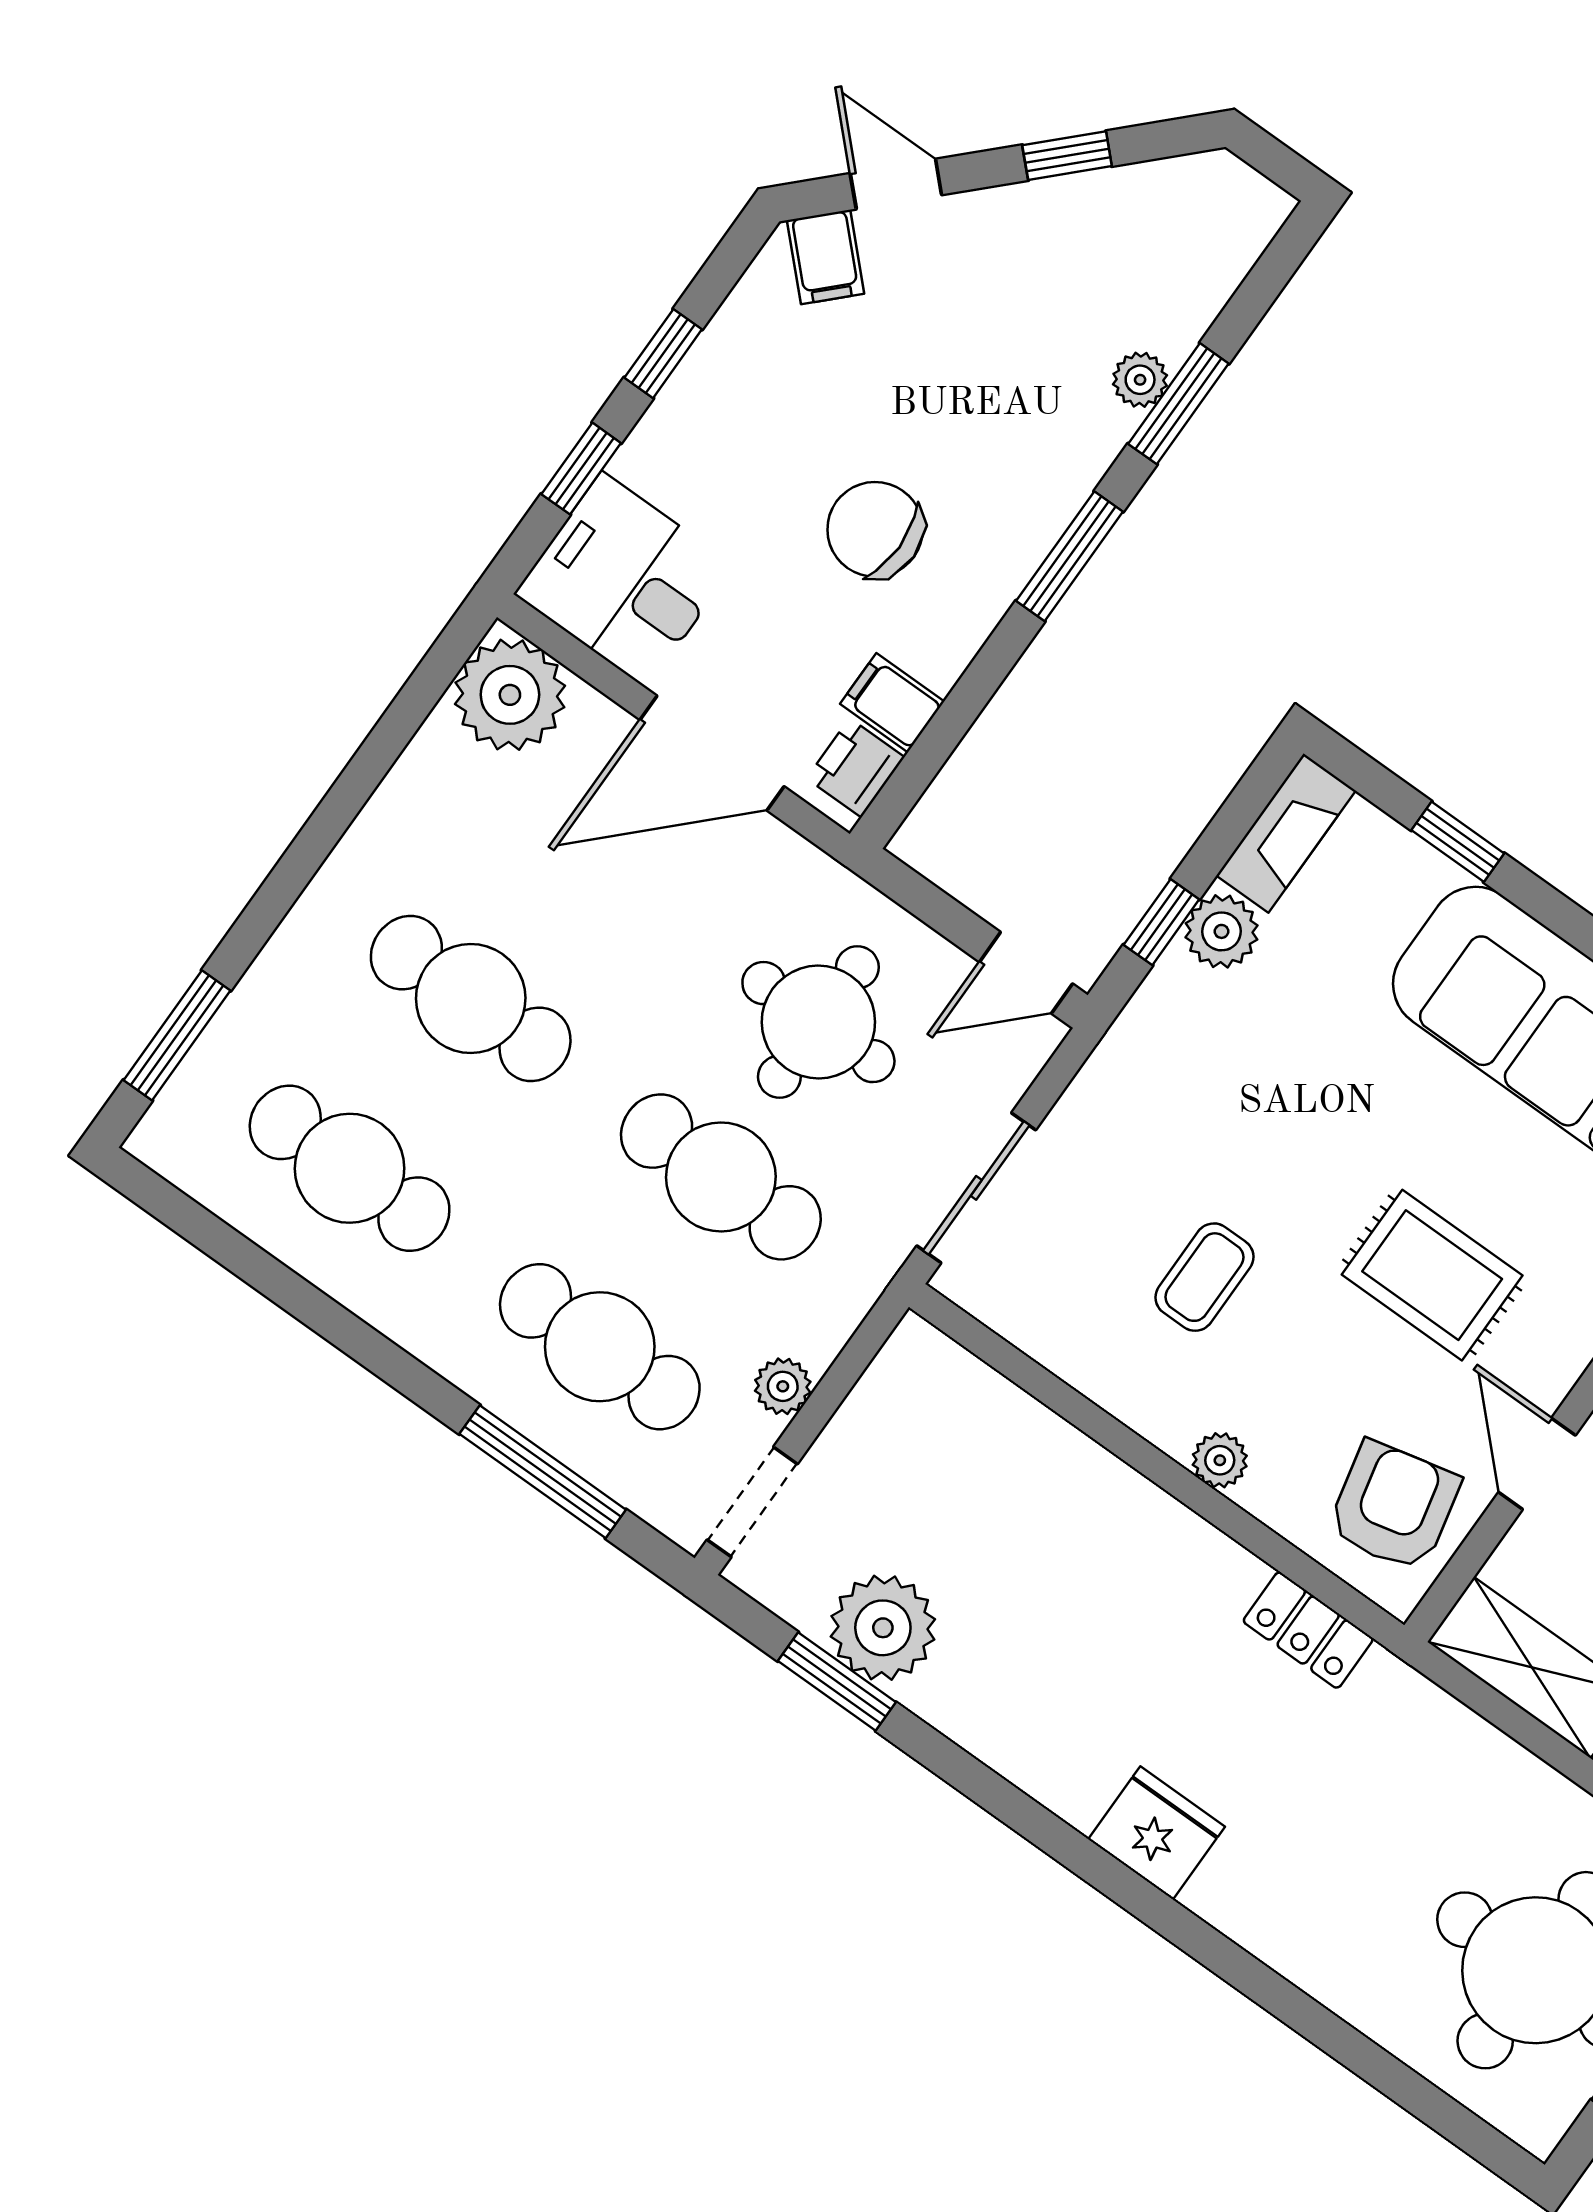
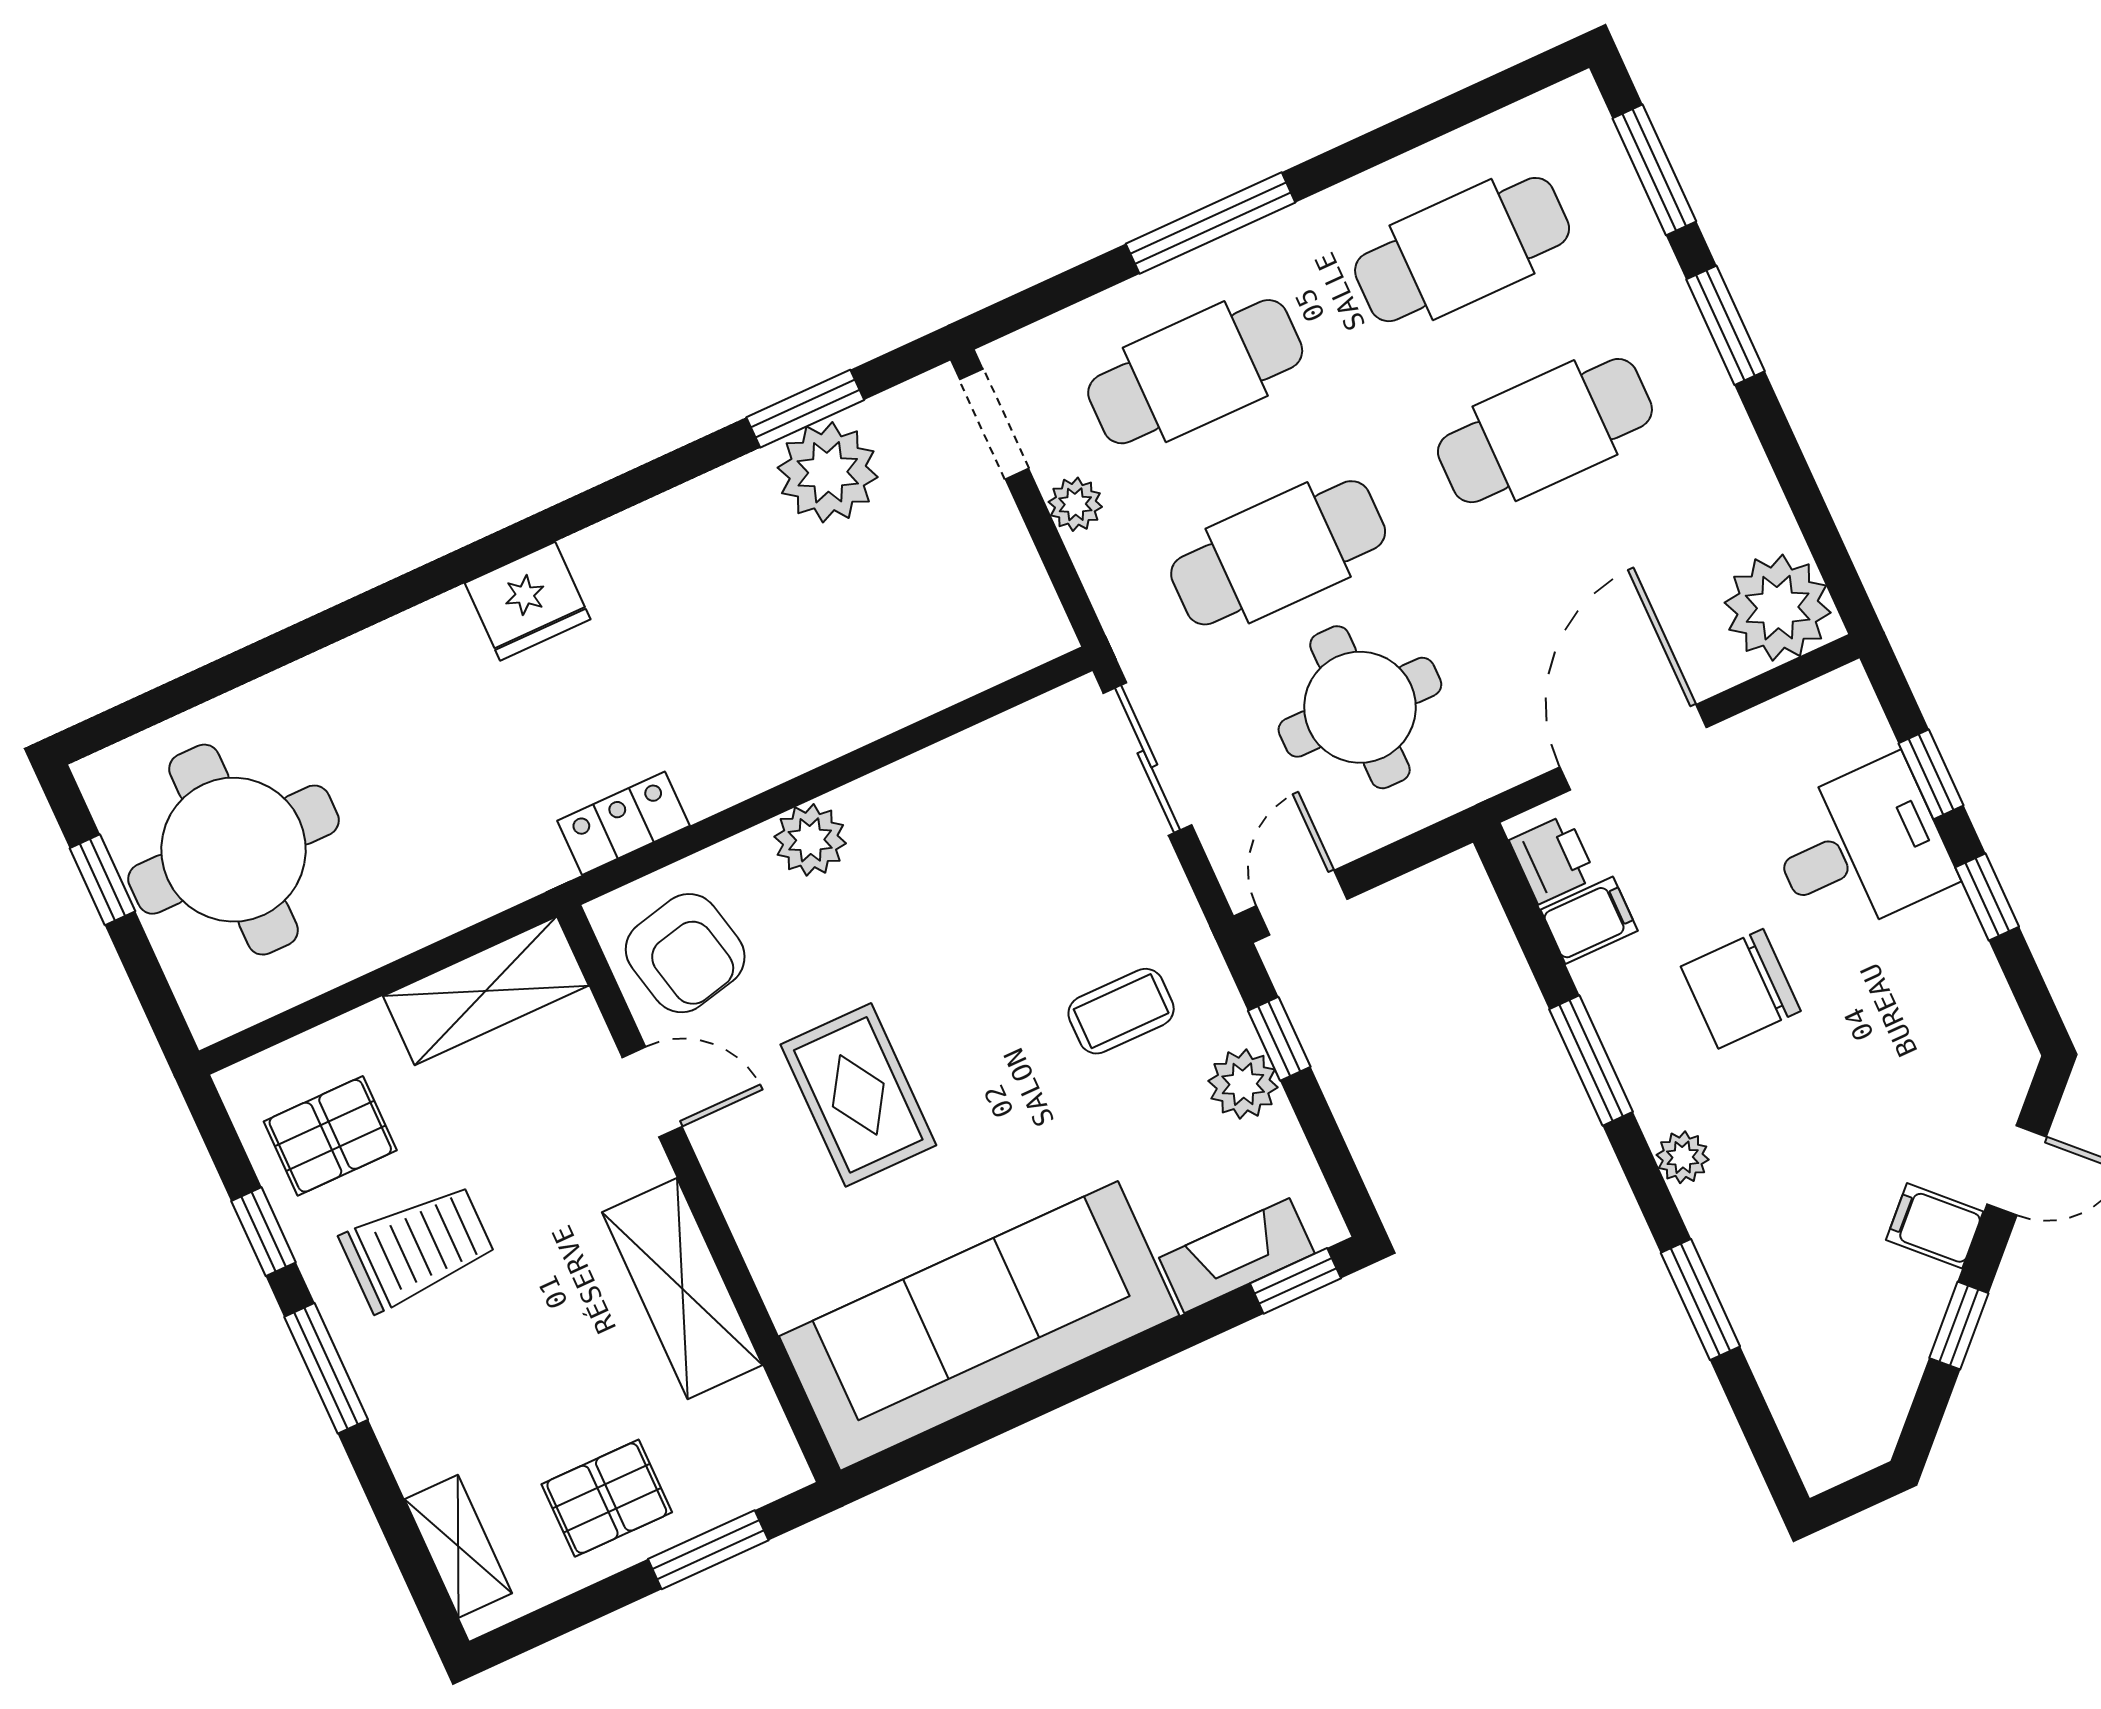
filing cabinet: (826, 257) -> (1935, 1226), moved
plant: (1140, 380) -> (1683, 1157), moved
chair: (875, 529) -> (1741, 989), turned 180
window: (1070, 556) -> (1591, 1061), moved
desk: (624, 580) -> (1860, 848), moved
fireplace: (1286, 833) -> (1237, 1256), moved, turned 90
window: (1458, 842) -> (1295, 1281), moved
window: (281, 890) -> (1725, 325), added
rug: (1432, 1275) -> (858, 1095), turned 90
coffee table: (1204, 1277) -> (1121, 1011), moved, turned 90
plant: (1220, 1460) -> (810, 840), width x1.38, depth x1.38
window: (543, 1472) -> (1211, 223), moved

